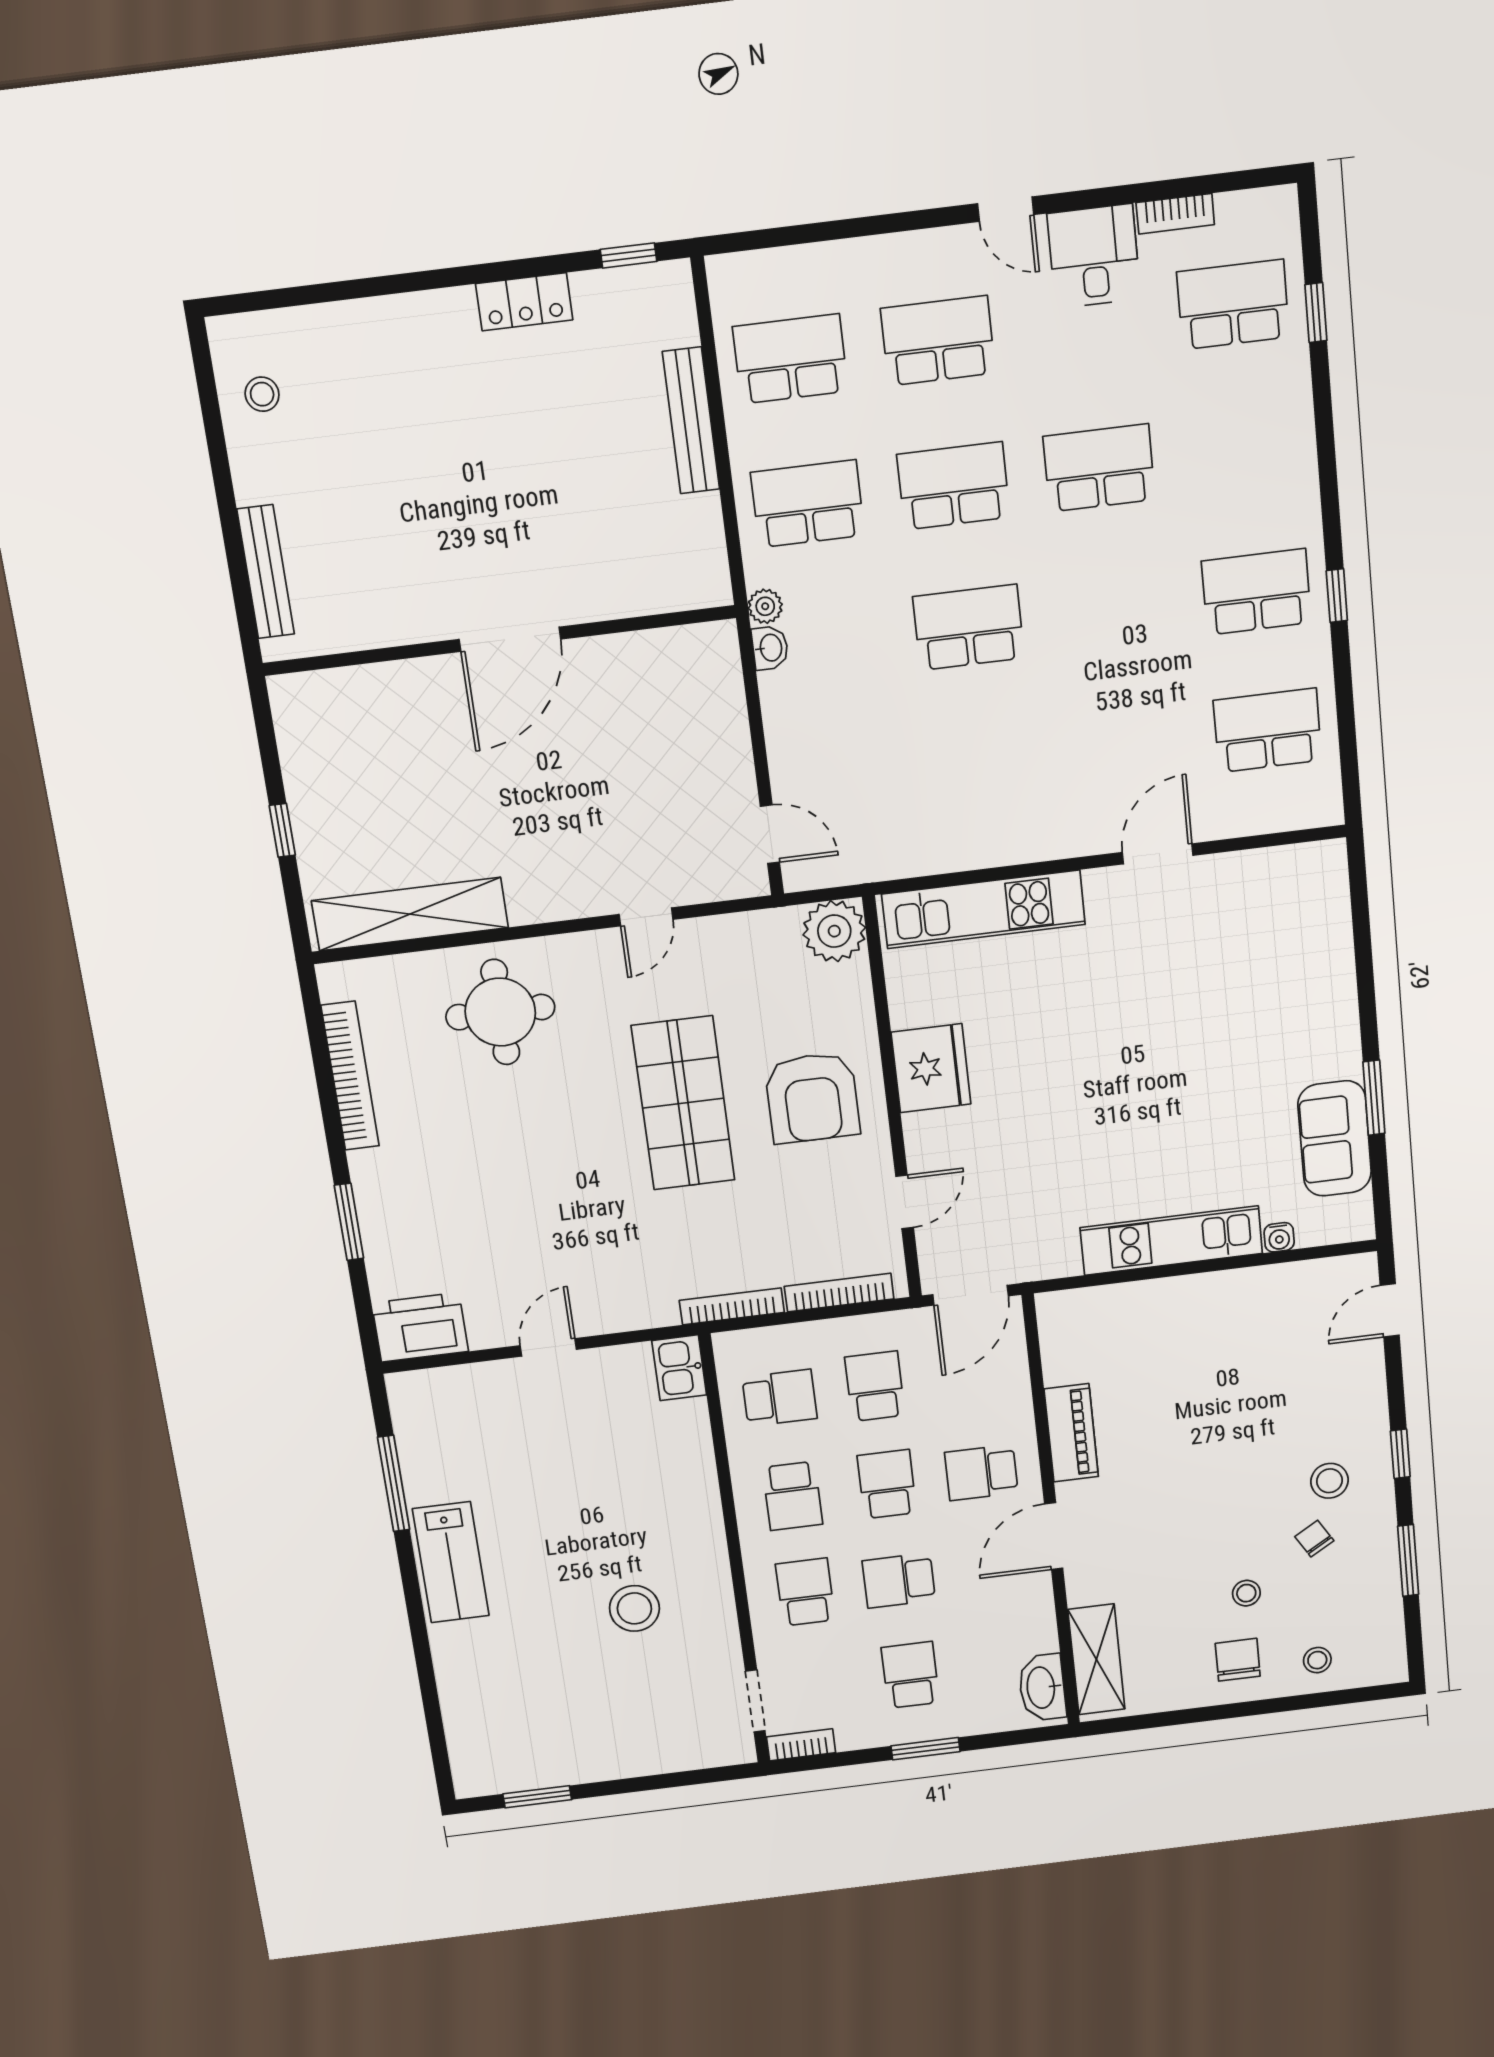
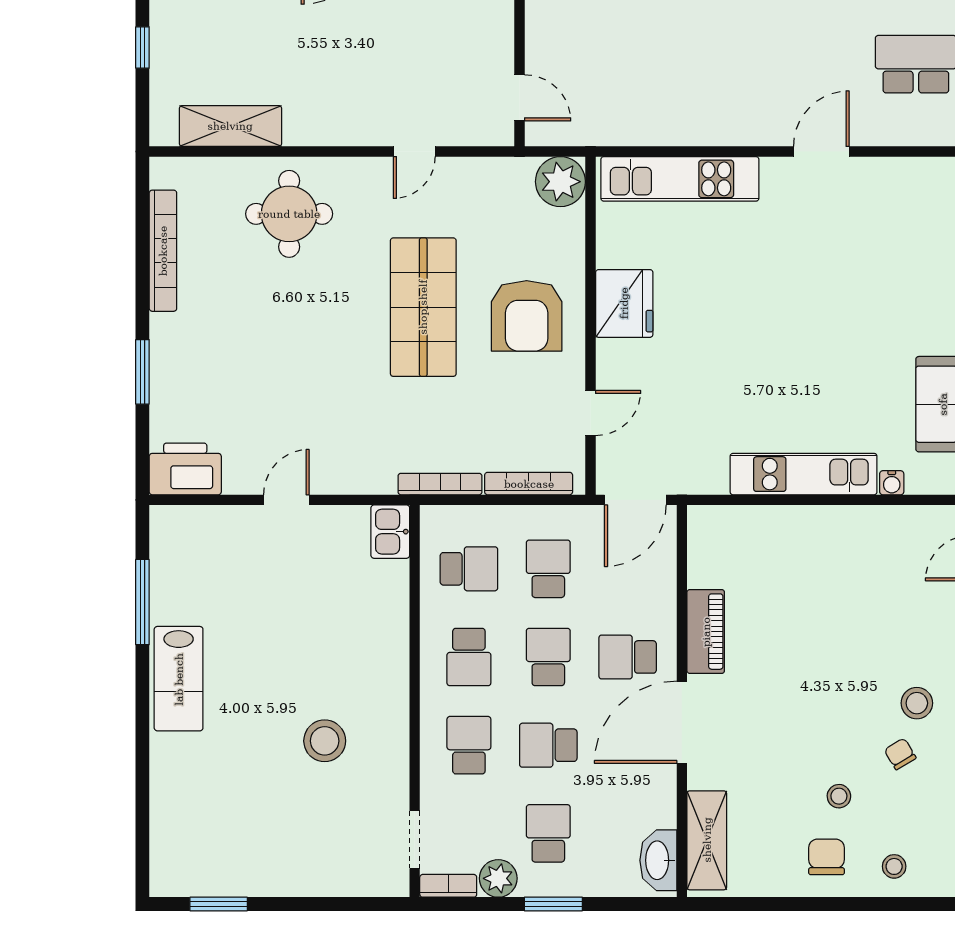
shelving: (410, 914) -> (230, 126), width x0.68
door: (1054, 1536) -> (682, 722), width x1.36
plant: (858, 1730) -> (498, 878), added

